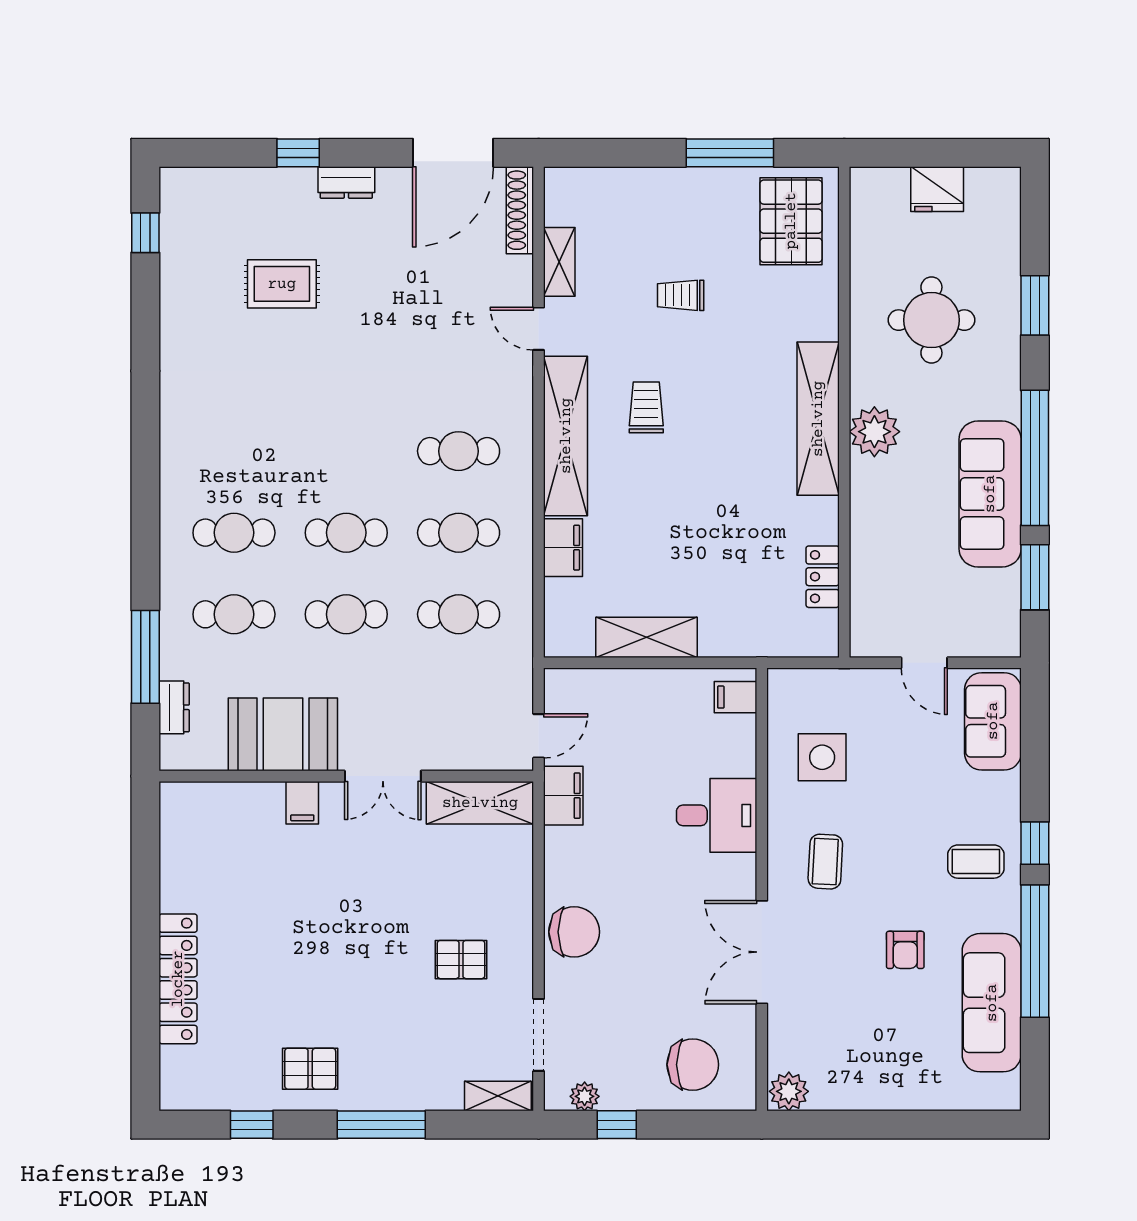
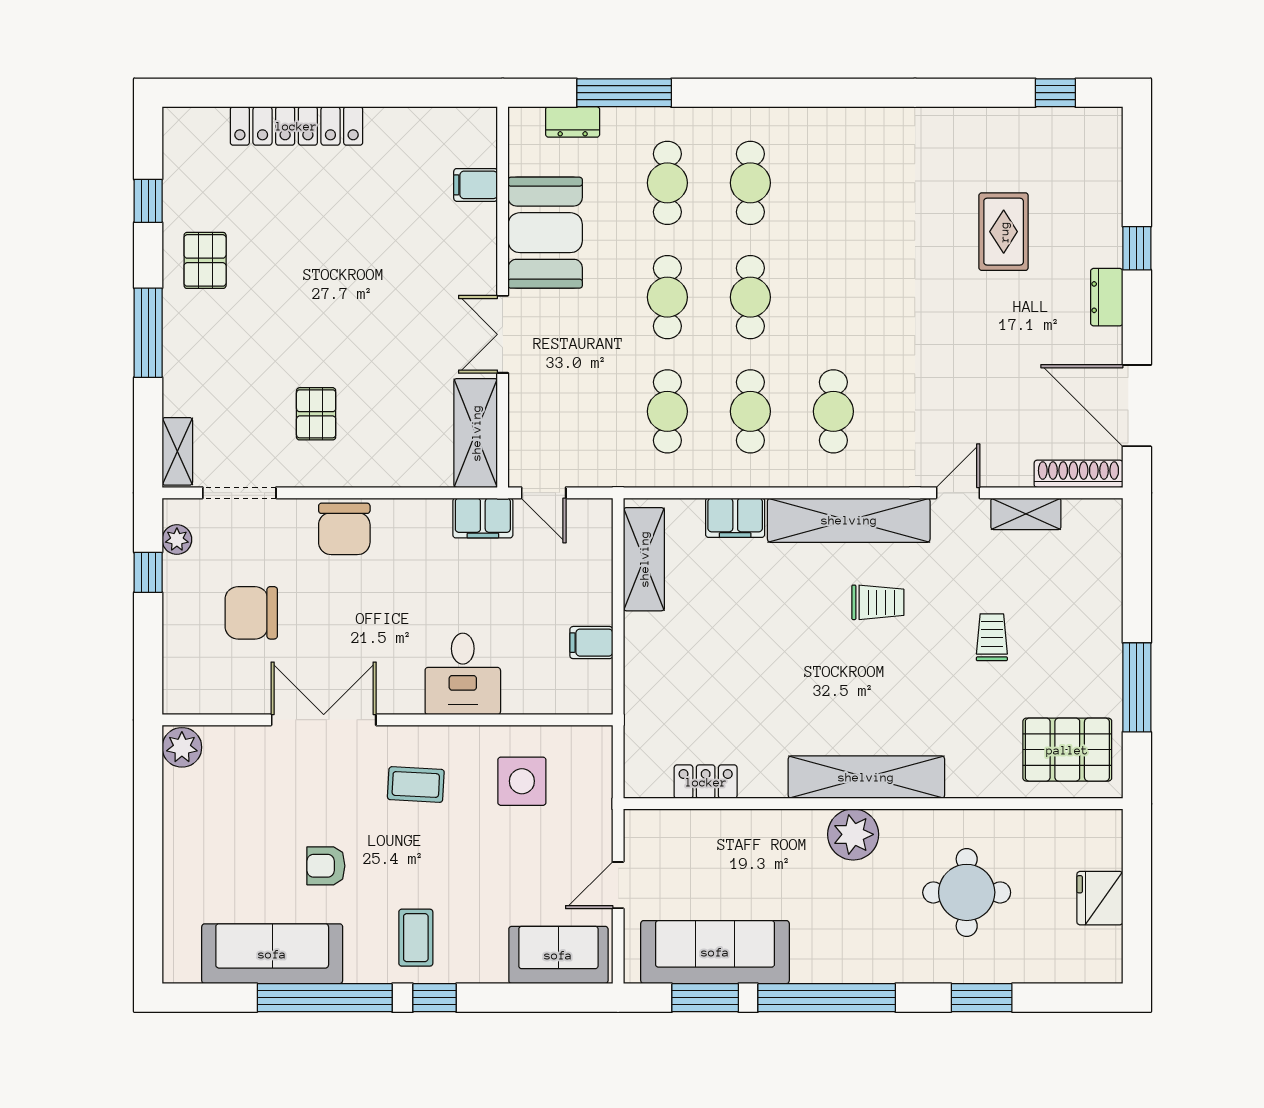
sofa: (990, 494) -> (715, 952), moved
shelving: (647, 637) -> (644, 559), moved
filing cabinet: (736, 697) -> (591, 643), moved, turned -90
filing cabinet: (302, 803) -> (476, 185), moved
chair: (693, 1065) -> (251, 613), moved, turned 90

